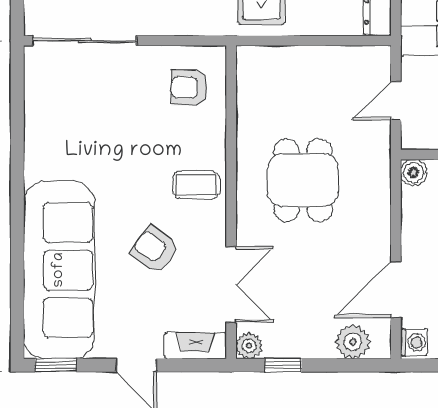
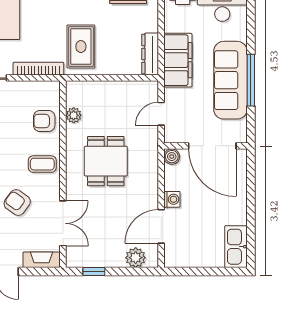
bookcase: (190, 25) -> (38, 69), added
armchair: (189, 87) -> (44, 121), moved
washing machine: (414, 342) -> (172, 199), moved
plant: (249, 346) -> (74, 115), moved

